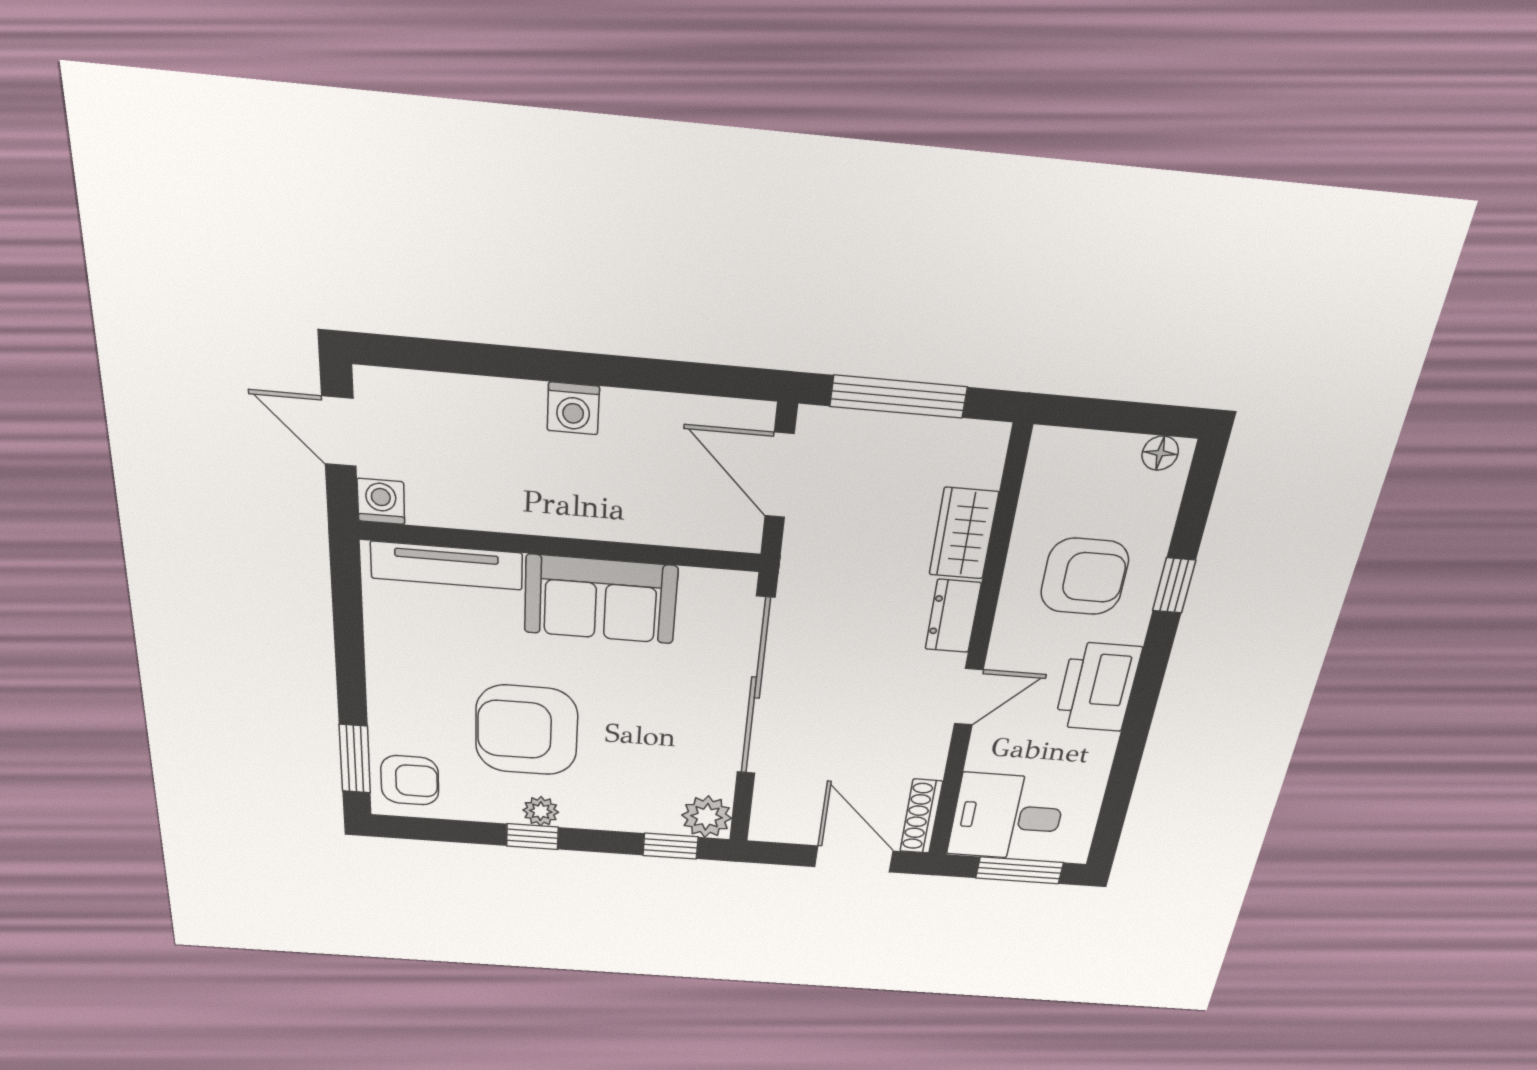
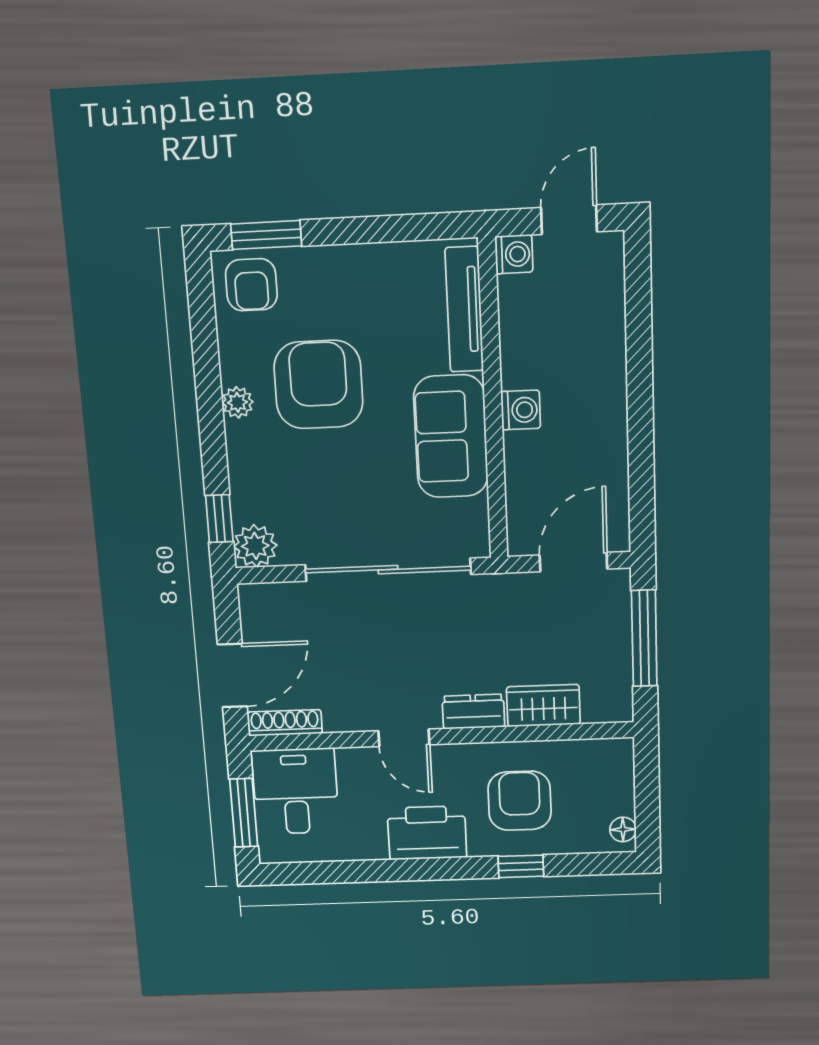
washing machine: (573, 408) -> (521, 410), moved, turned 180
armchair: (1085, 577) -> (520, 801), turned 180
window: (532, 837) -> (209, 397), removed

